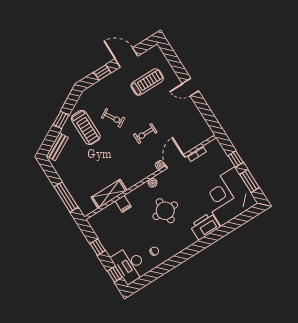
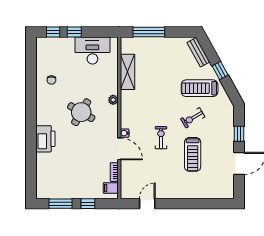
treadmill: (147, 82) -> (193, 154), moved
door: (190, 87) -> (147, 204), moved
plant: (153, 183) -> (113, 100), moved
corner desk: (228, 196) -> (59, 176), removed
filing cabinet: (123, 204) -> (111, 188), moved
round table: (165, 211) -> (81, 112), turned 30
window: (98, 247) -> (74, 32), moved
desk: (130, 265) -> (92, 50), moved

